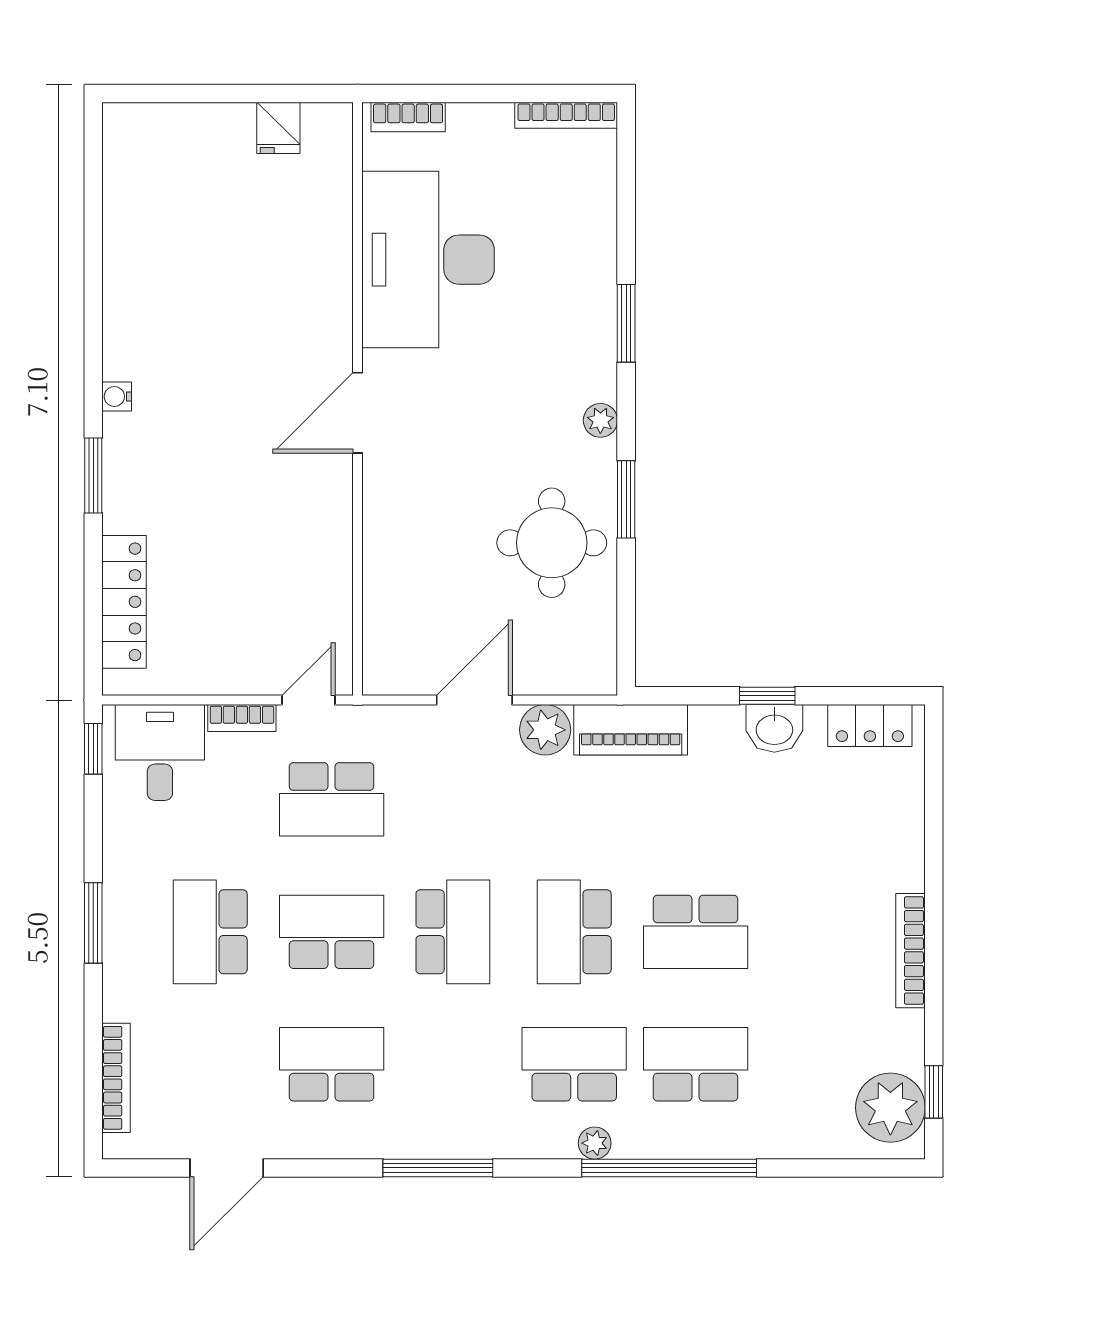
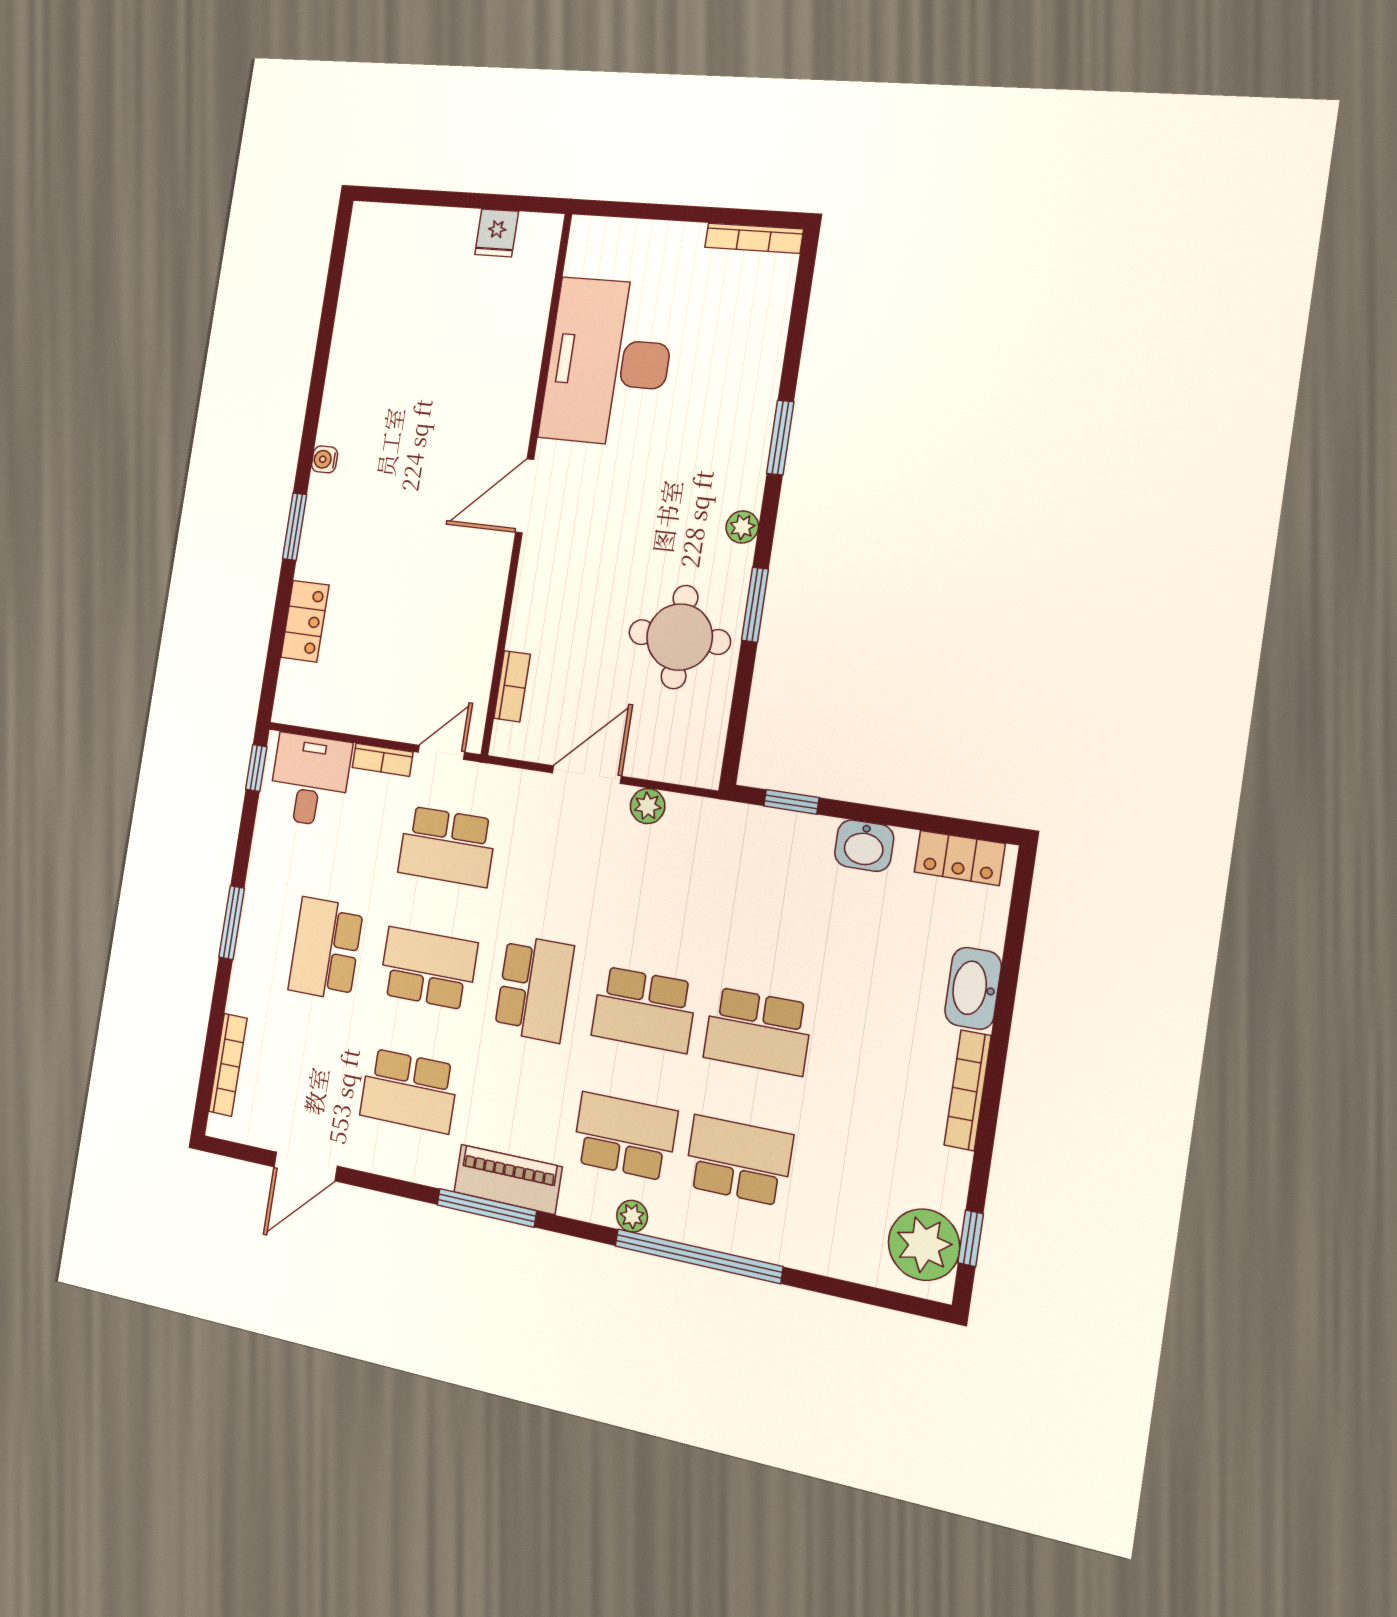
bookcase: (408, 117) -> (512, 686), moved, turned -90
locker: (124, 602) -> (305, 621), width x0.66
window: (767, 696) -> (791, 802), moved
plant: (545, 730) -> (648, 806), width x0.73, depth x0.73
piano: (631, 730) -> (508, 1179), moved, turned 180
washbasin: (901, 851) -> (973, 988), added
school desk: (574, 932) -> (644, 1009), turned -90
school desk: (332, 1064) -> (409, 1091), turned 180

